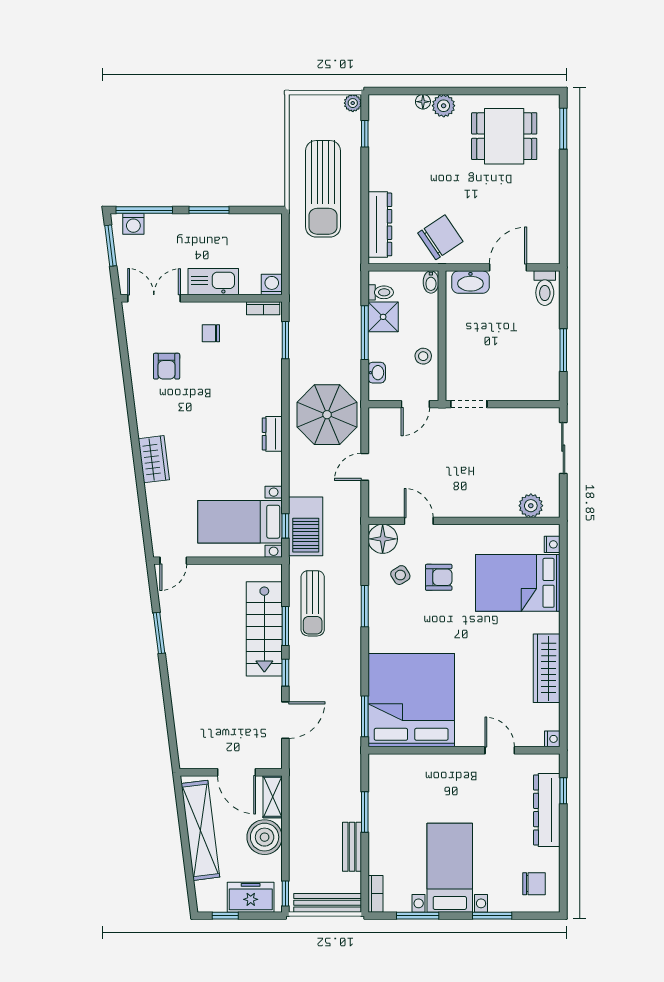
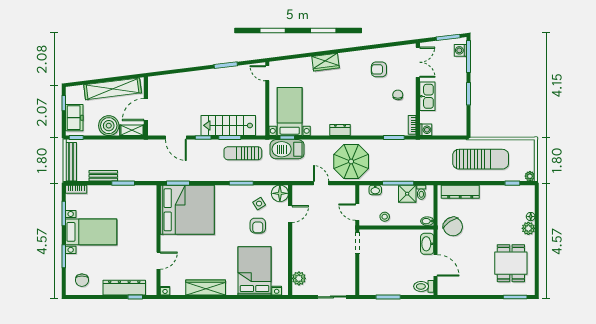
sun lounger: (323, 189) -> (481, 159), turned 180

